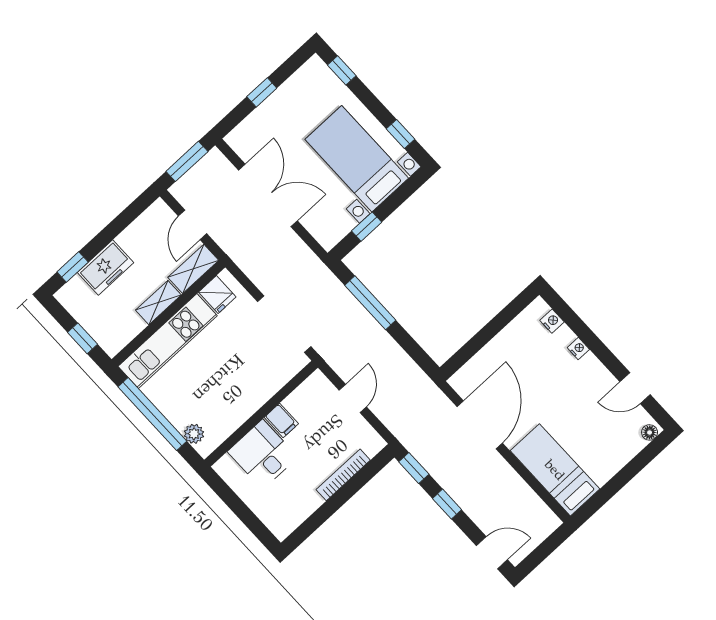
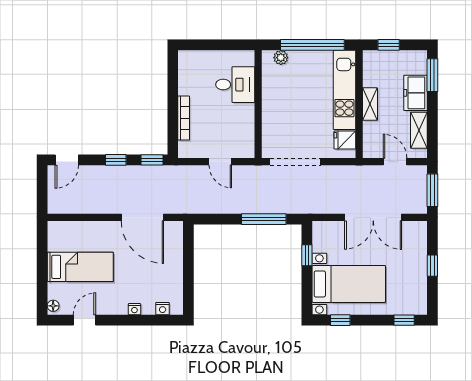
window: (73, 267) -> (432, 75), width x1.50
shelving: (193, 269) -> (419, 130), moved
filing cabinet: (281, 420) -> (244, 112), removed
bed: (555, 470) -> (80, 267), moved

